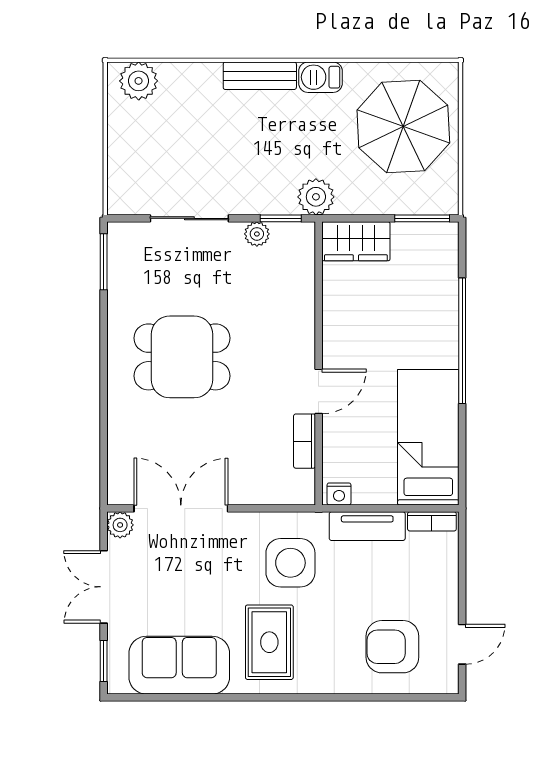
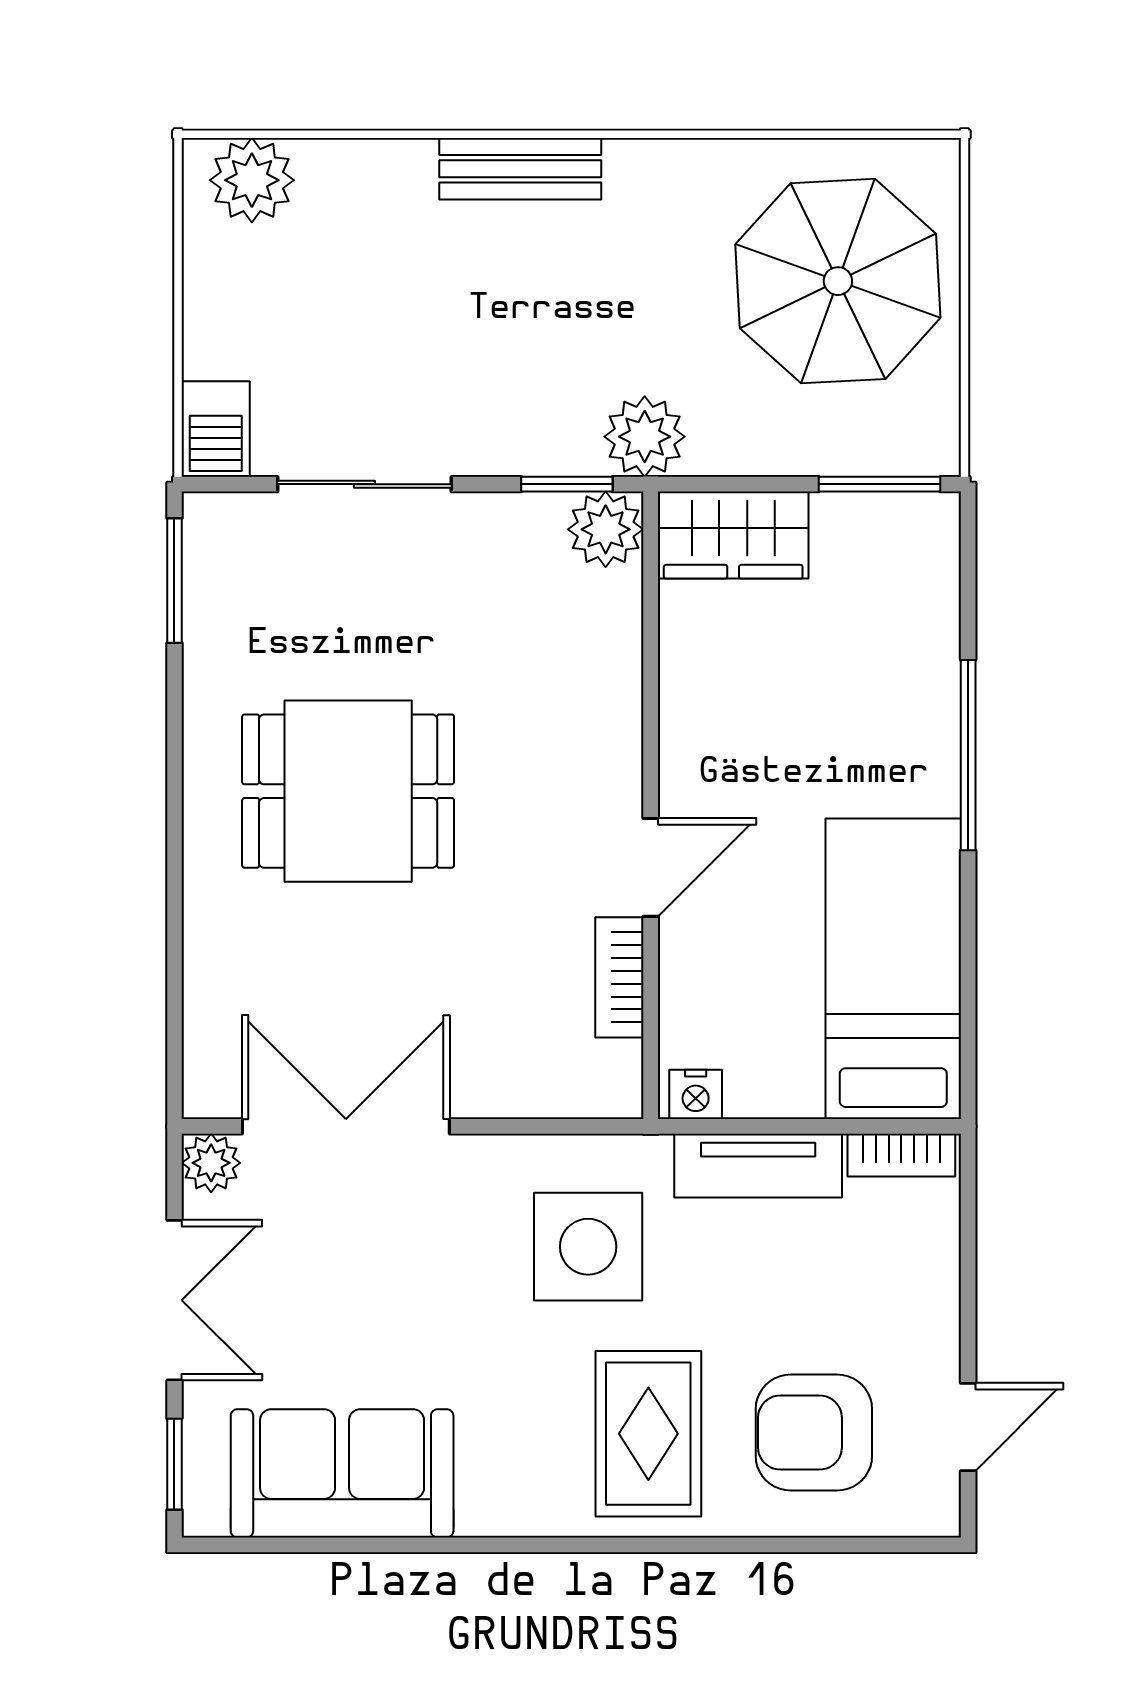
barbecue: (321, 77) -> (216, 429), moved, turned -90
plant: (257, 234) -> (606, 529), moved, width x1.38, depth x1.38
window: (462, 341) -> (968, 755), width x0.68
double door: (104, 587) -> (174, 1300), swing flipped
rug: (269, 642) -> (648, 1434), moved

